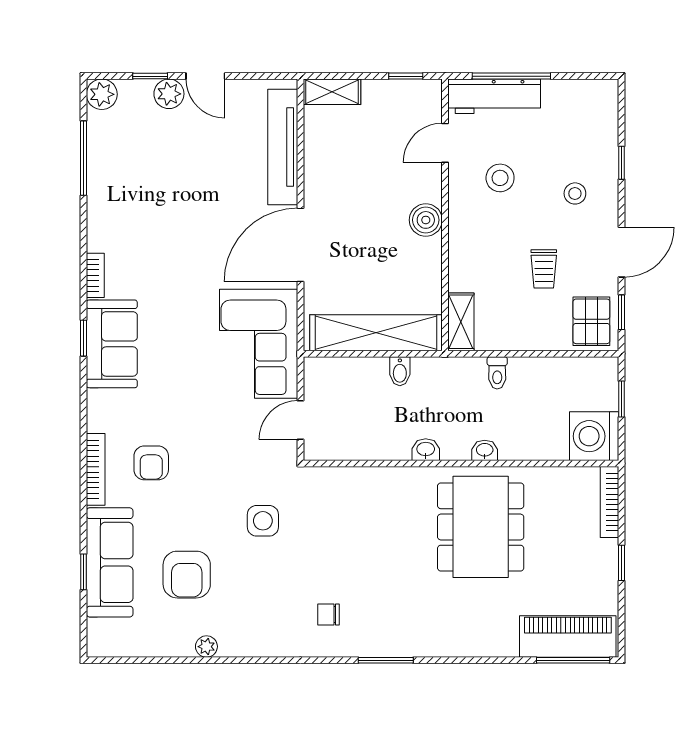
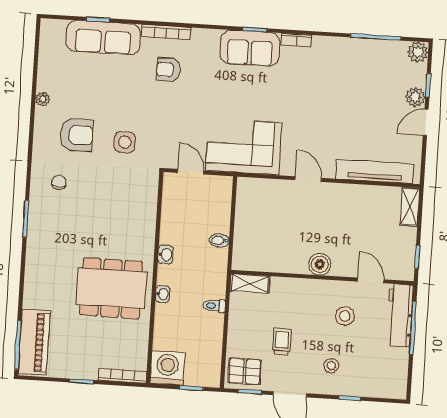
door: (300, 245) -> (308, 179), width x0.53
trolley: (544, 269) -> (282, 341), turned 90
shelving: (376, 333) -> (246, 226), removed
armchair: (187, 575) -> (77, 135), moved, turned 180

